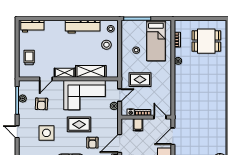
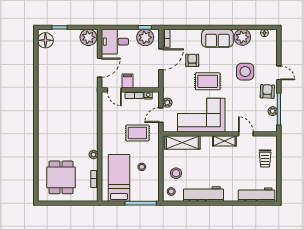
workbench: (32, 26) -> (257, 195), width x1.38
dining table: (206, 41) -> (61, 177), turned 90
shelving: (91, 71) -> (182, 142), moved
door: (46, 79) -> (246, 134), hinge flipped
armchair: (41, 104) -> (267, 91), moved
filing cabinet: (138, 125) -> (128, 81), moved

